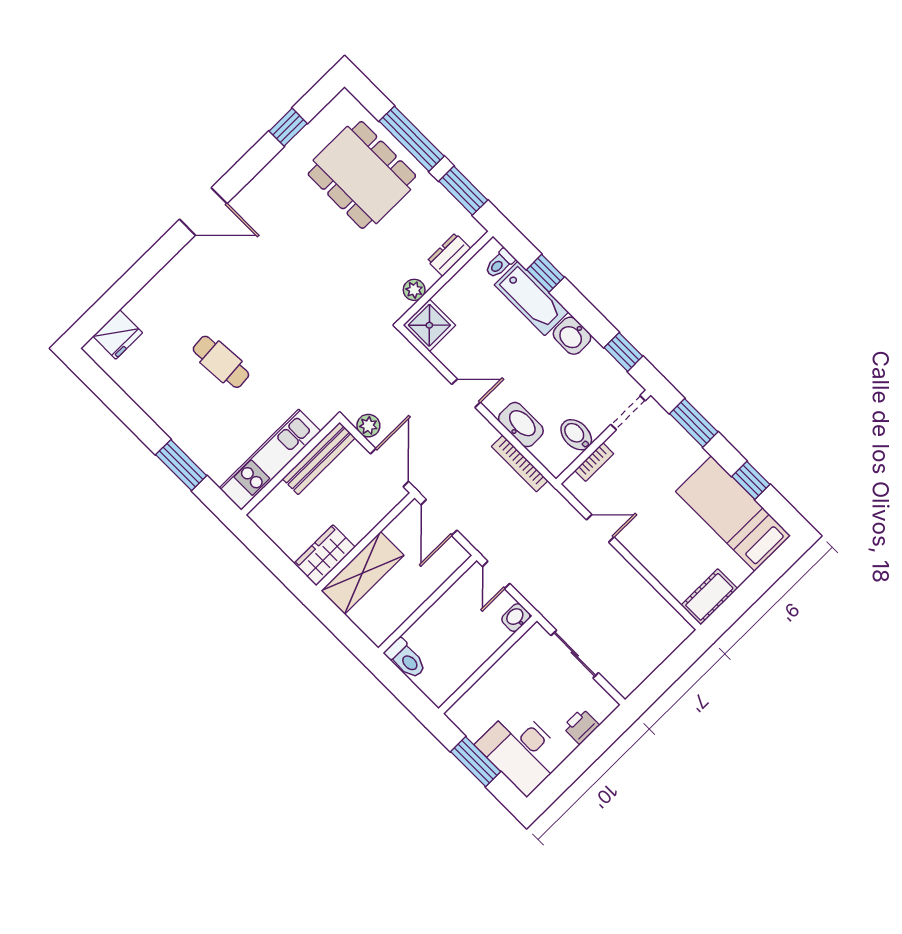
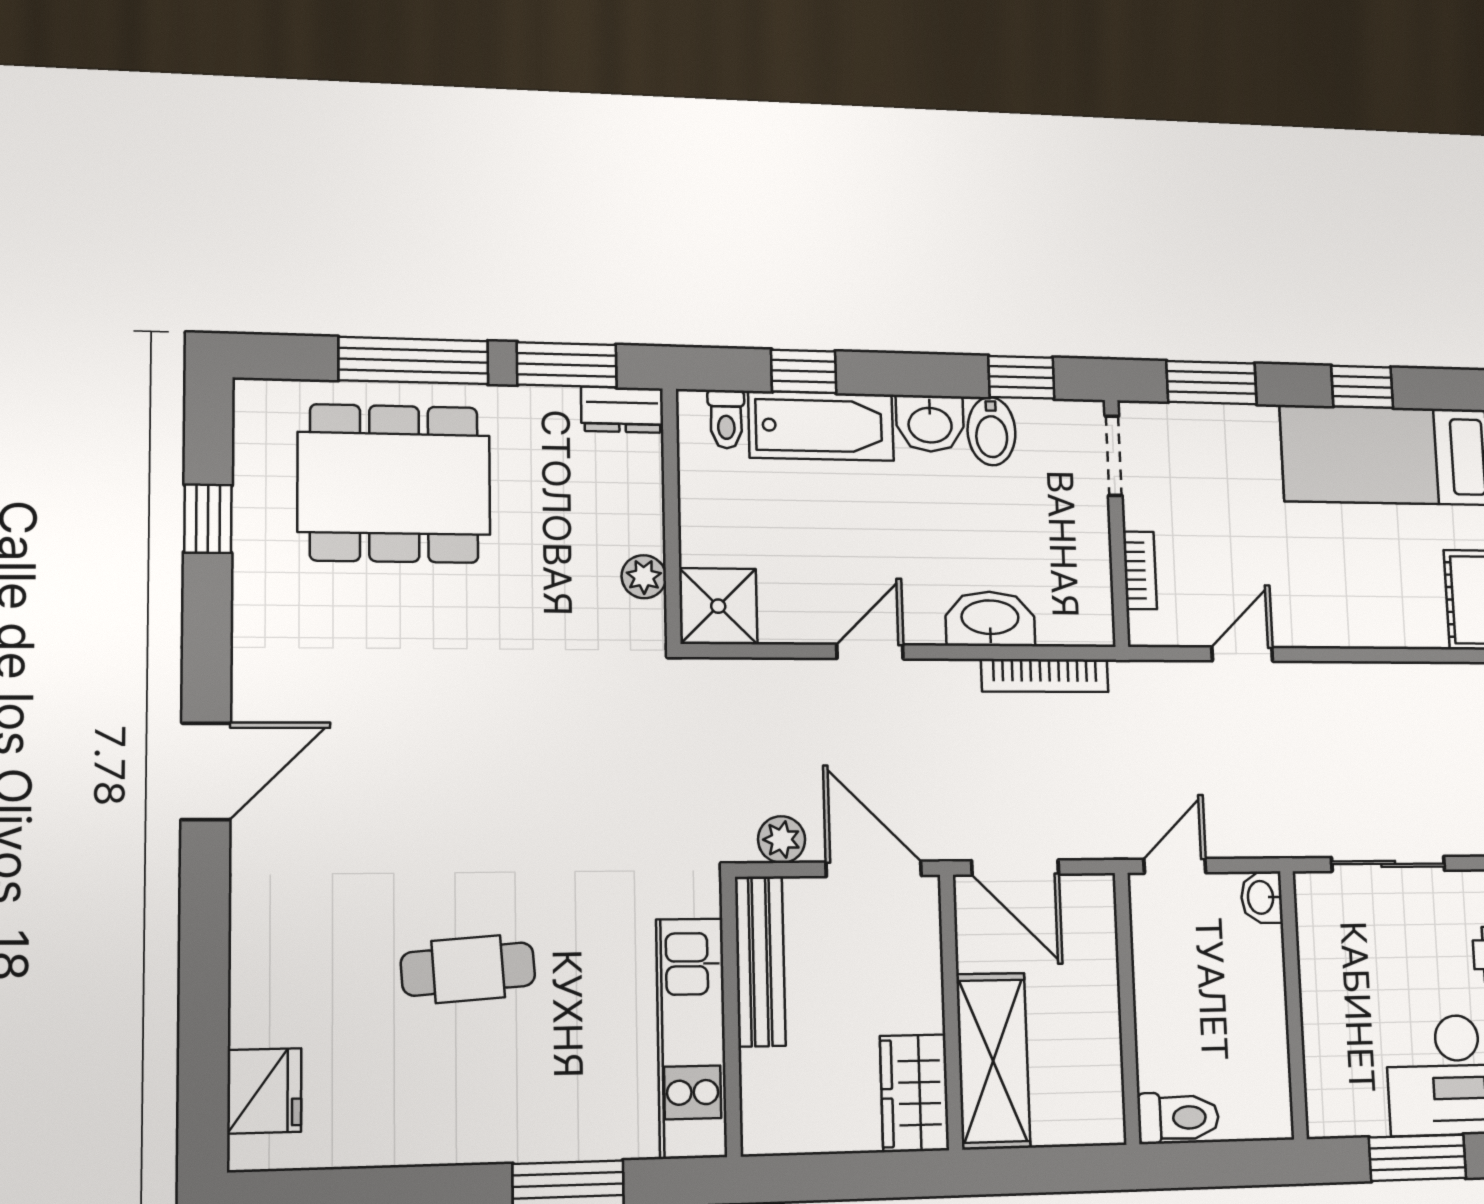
dresser: (449, 255) -> (622, 410), moved, turned -90
bidet: (576, 435) -> (991, 431), moved, turned -90
door: (496, 575) -> (1175, 866), swing flipped

